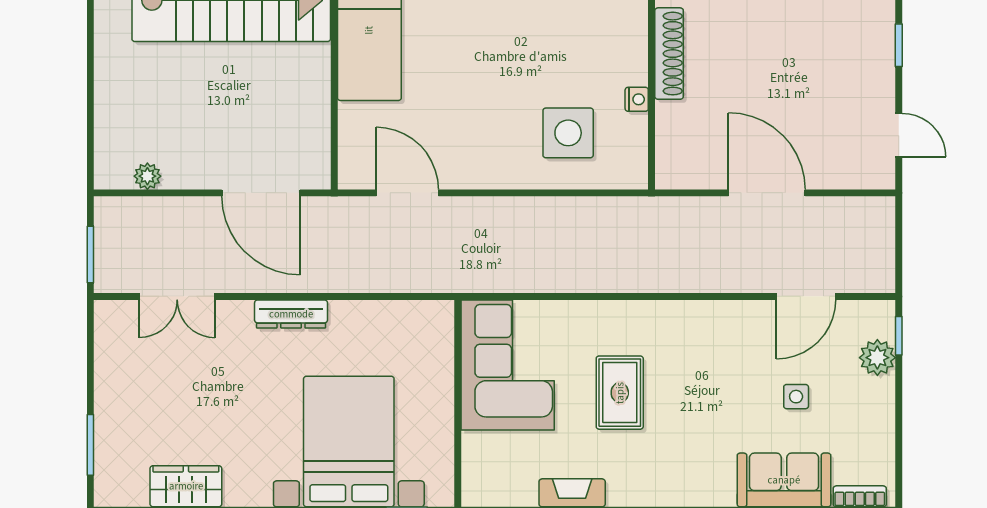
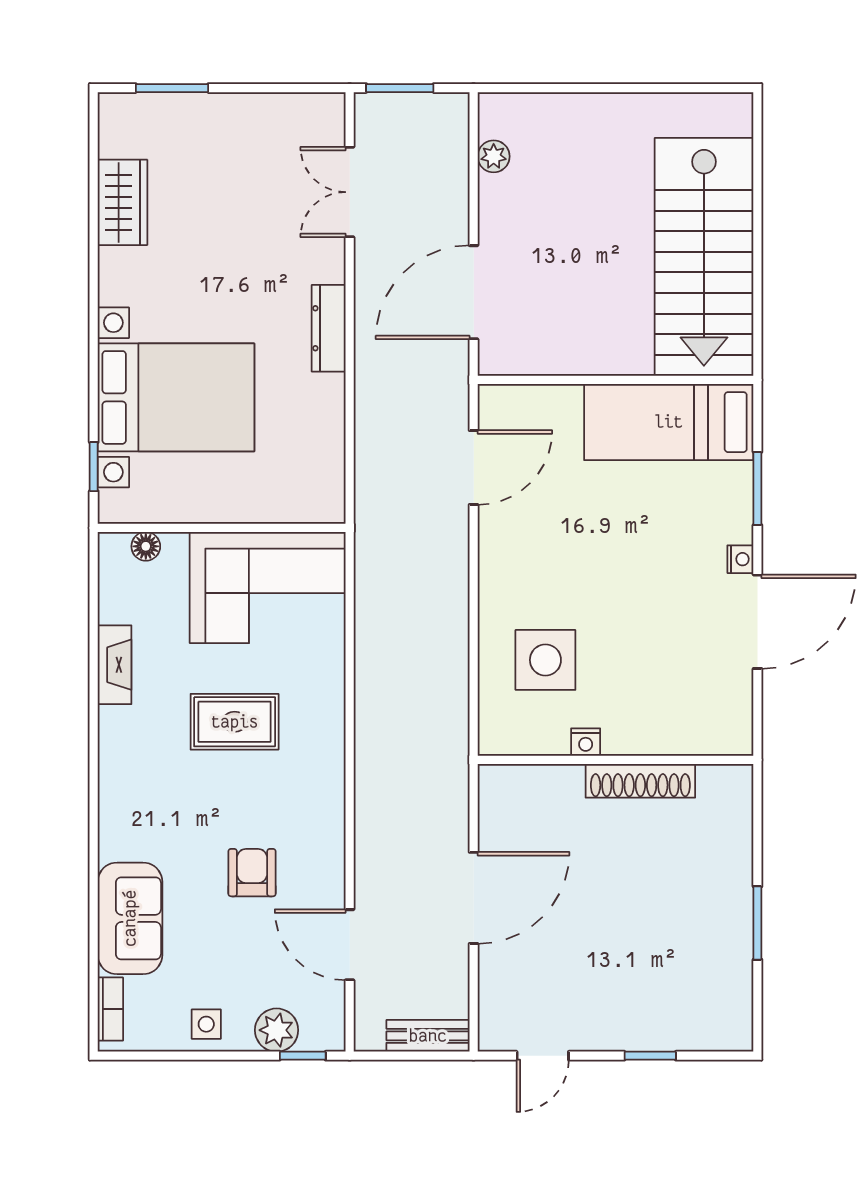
bench: (882, 231) -> (428, 1036), added
armchair: (746, 378) -> (252, 873), added
side table: (796, 397) -> (206, 1024), moved
floor lamp: (473, 467) -> (146, 546), added

